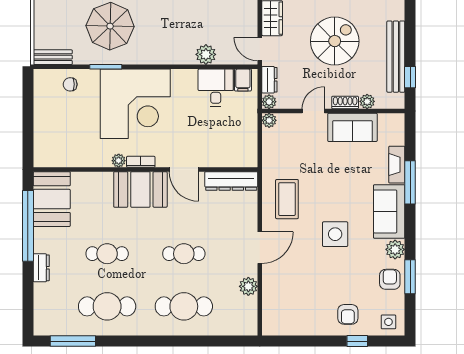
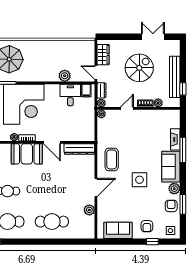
sofa: (352, 127) -> (118, 230), moved, turned 180
cafe table: (184, 254) -> (52, 191), removed

